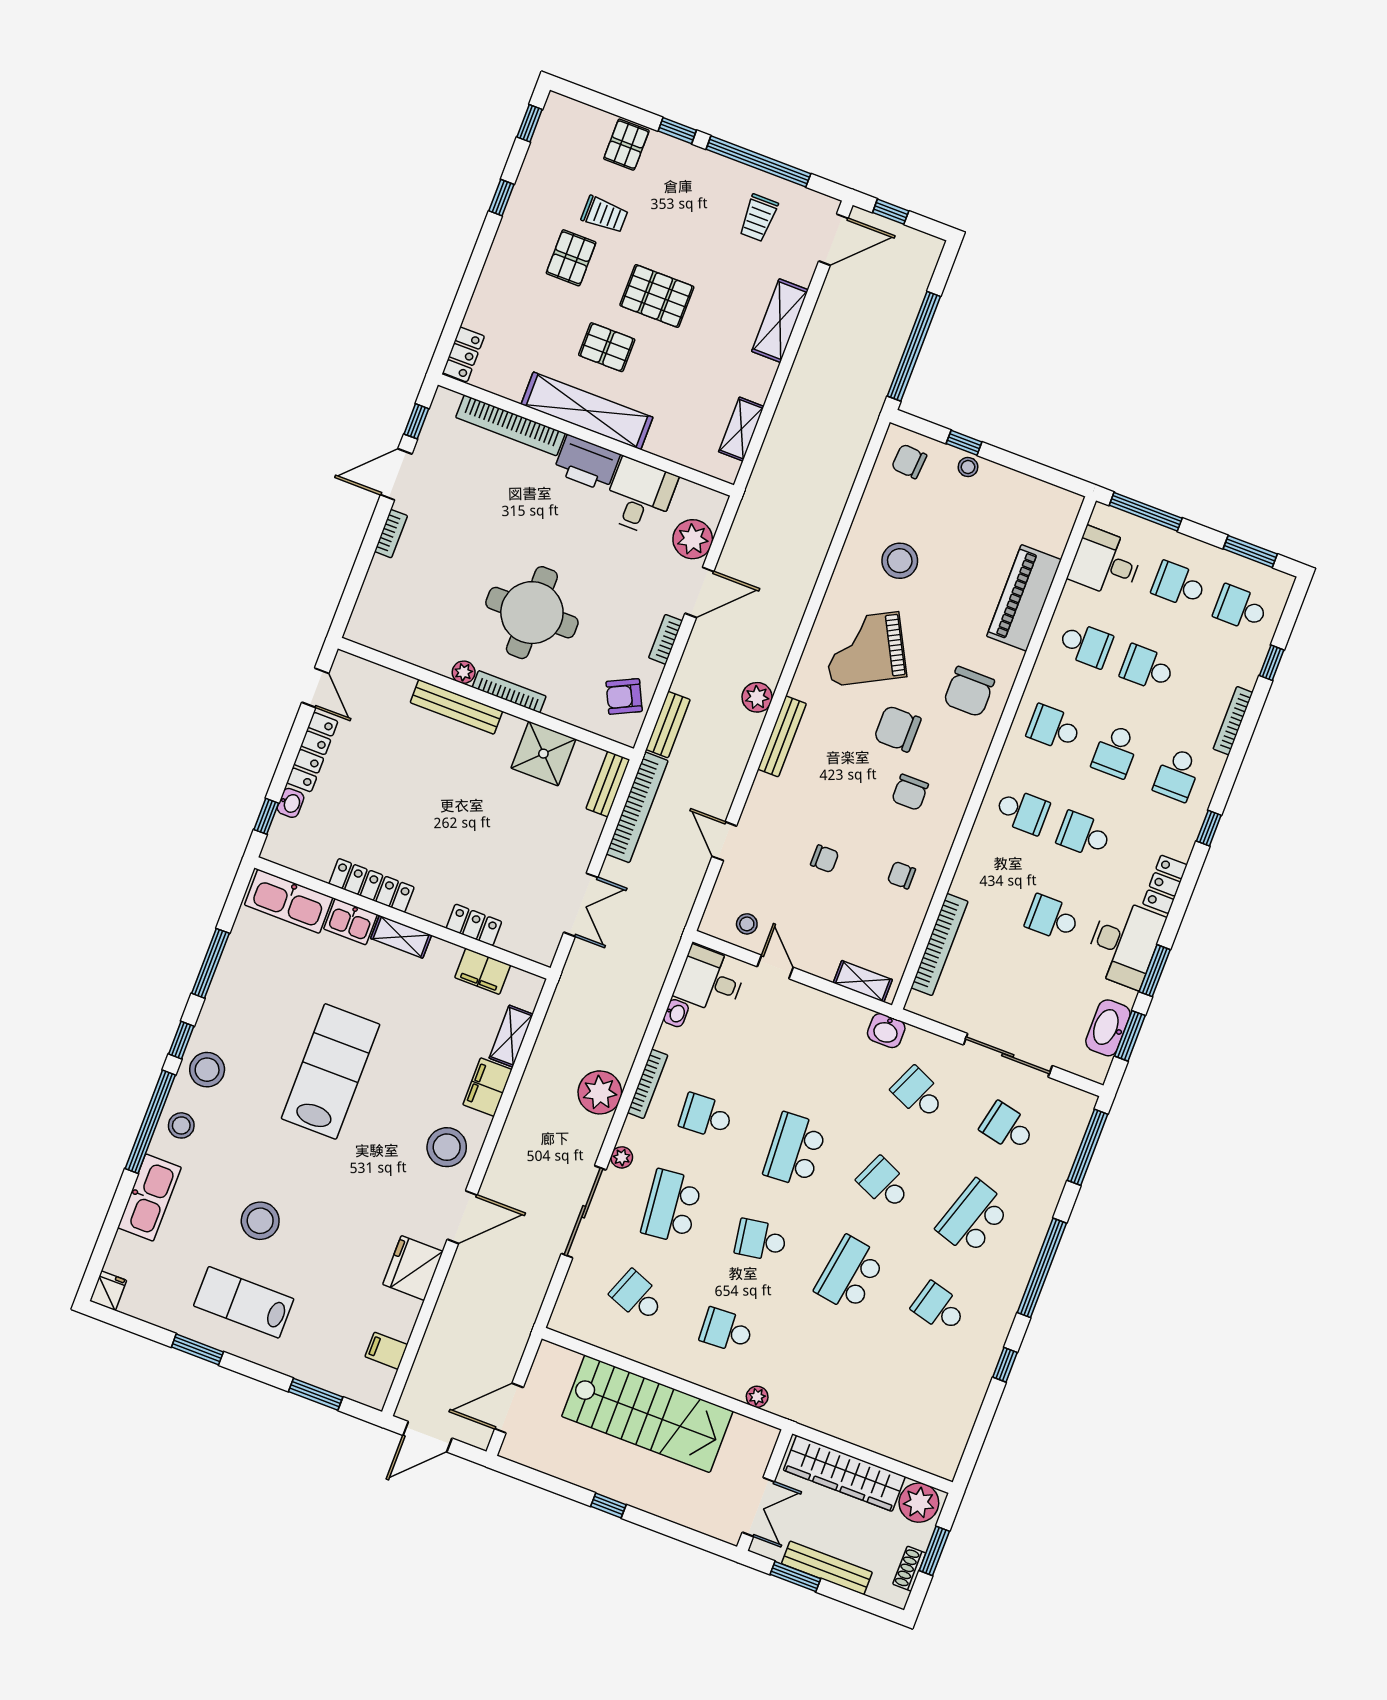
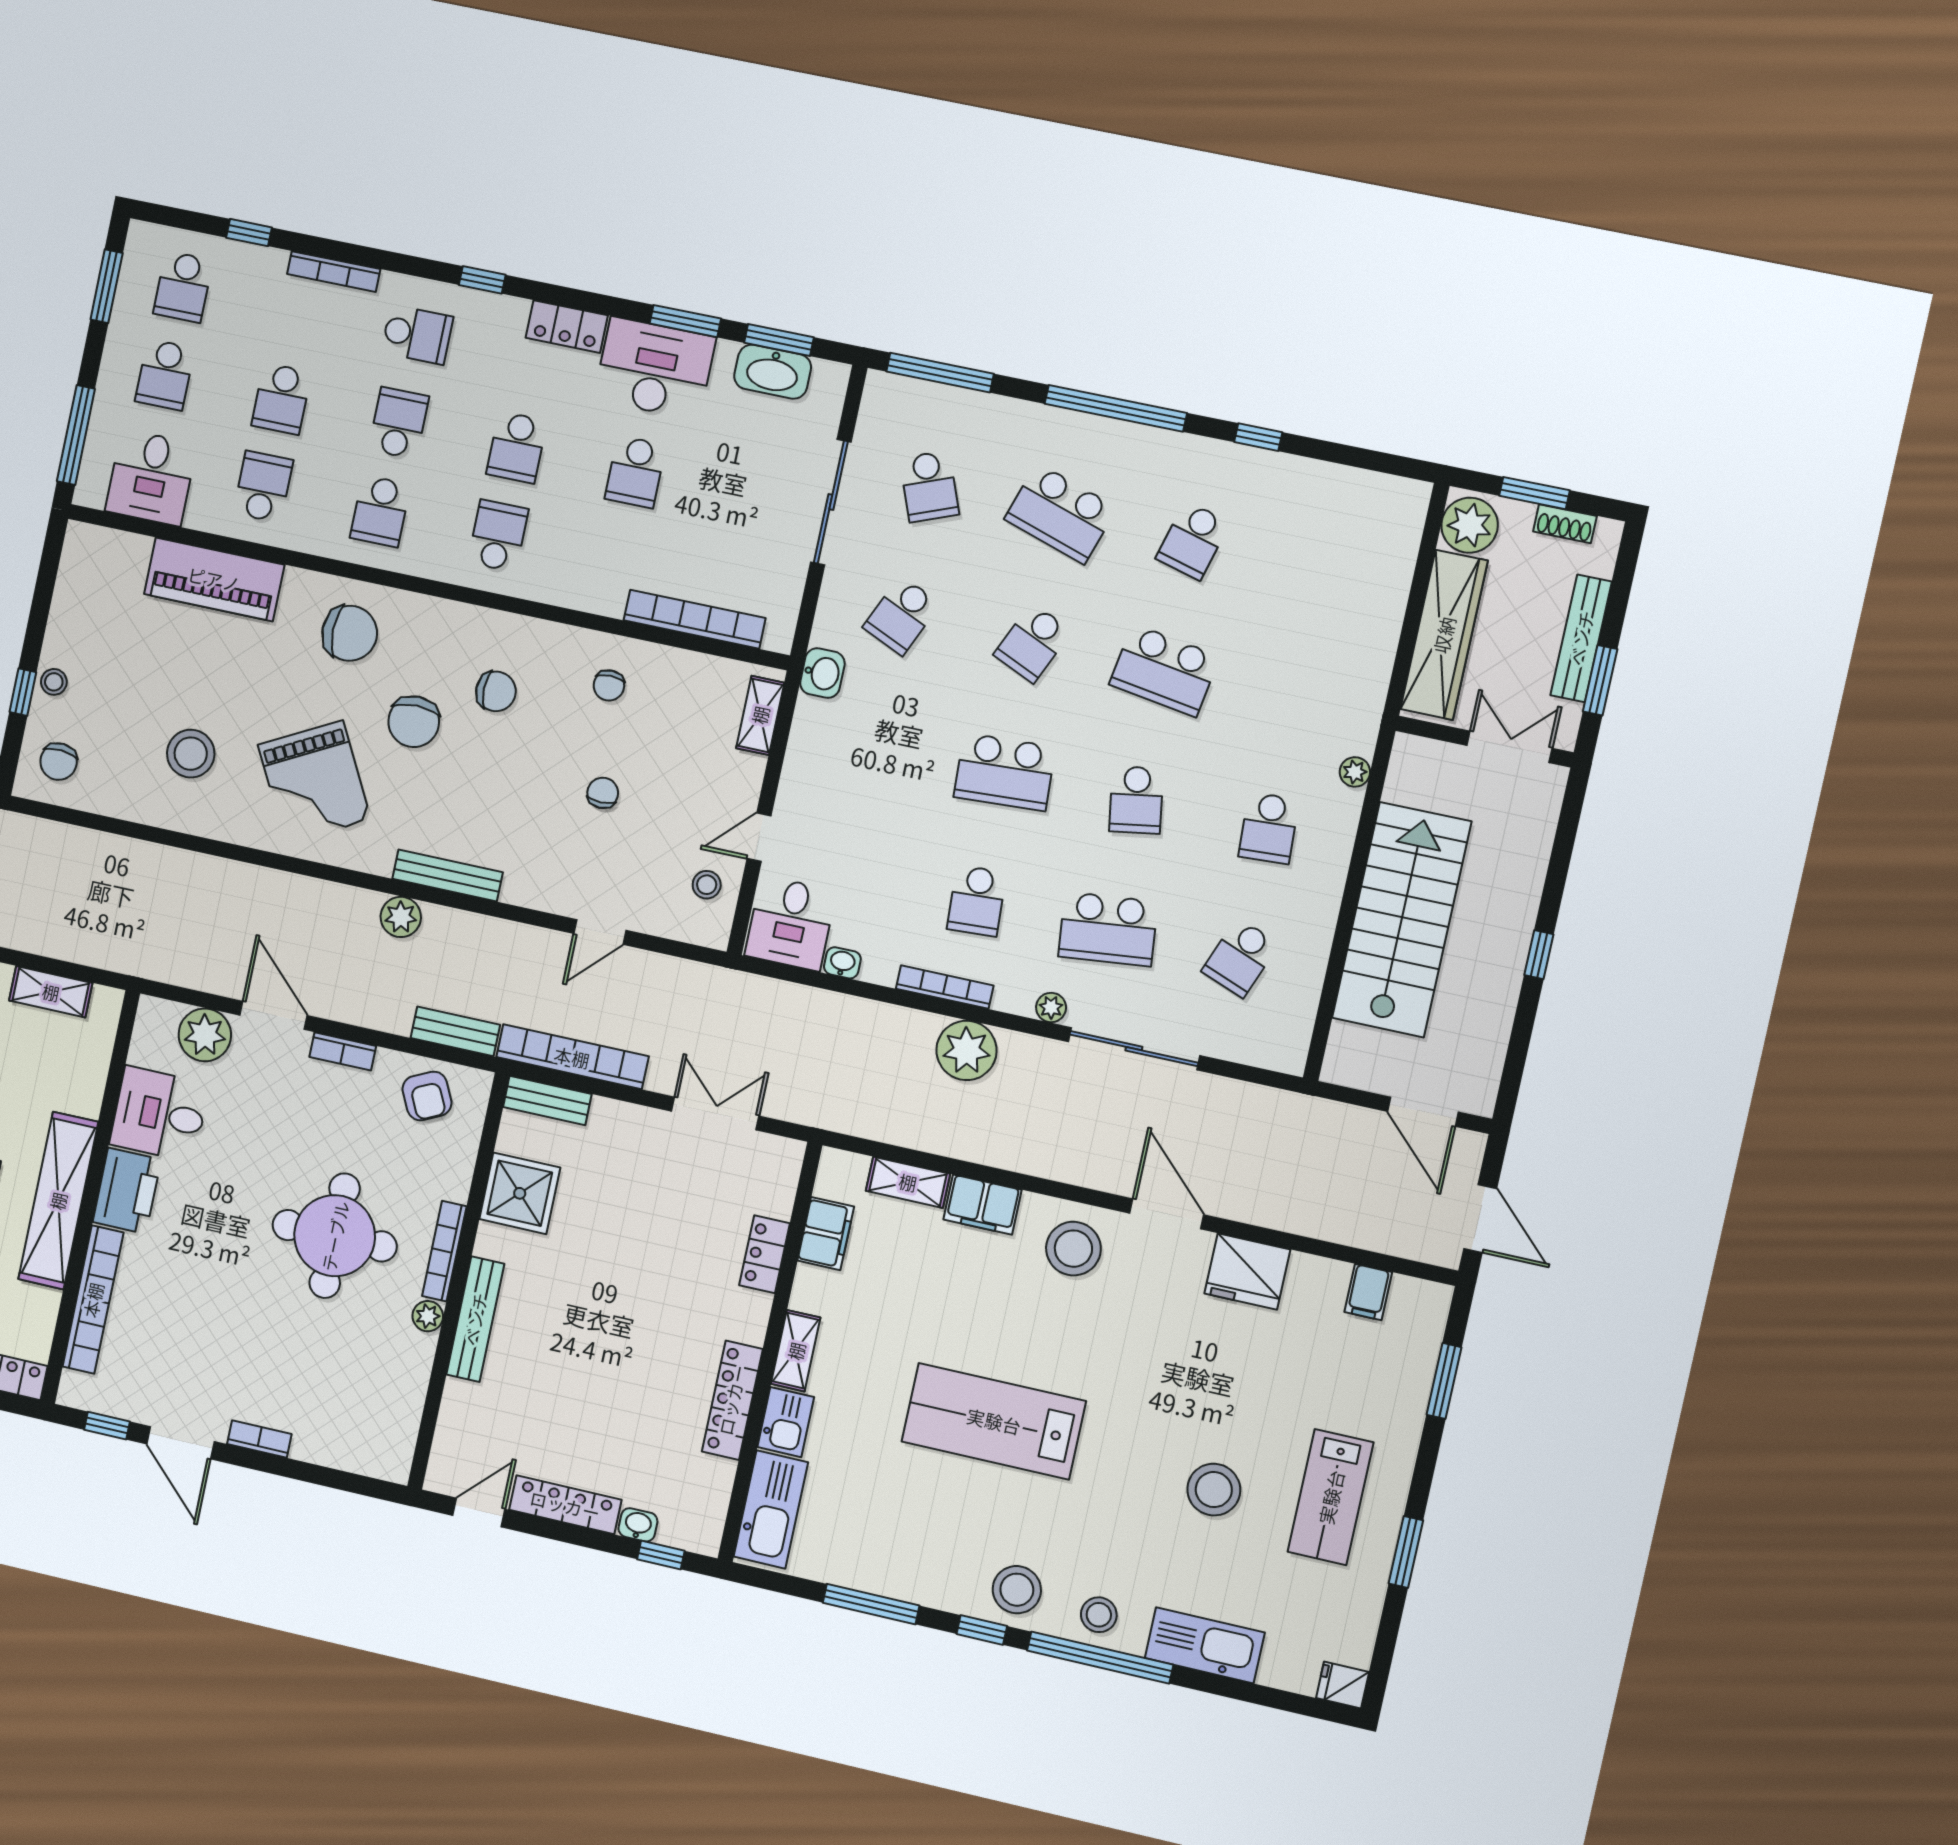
school desk: (1116, 751) -> (399, 423), turned -90
school desk: (1008, 1127) -> (929, 486), turned -33

